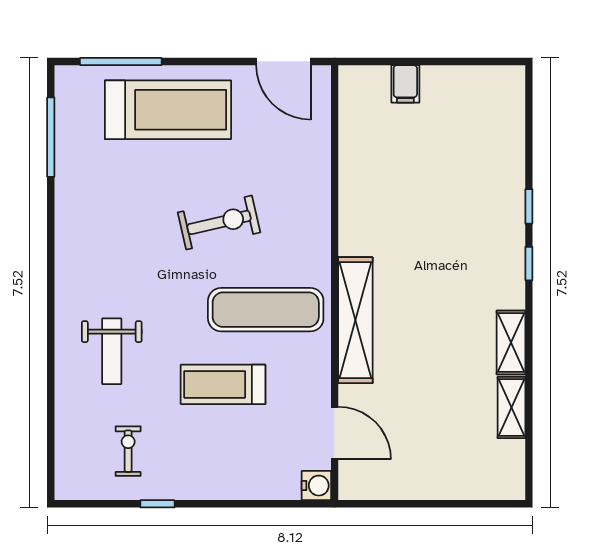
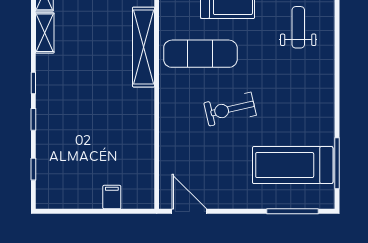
treadmill: (168, 110) -> (293, 165), moved
window: (529, 128) -> (33, 169), added

